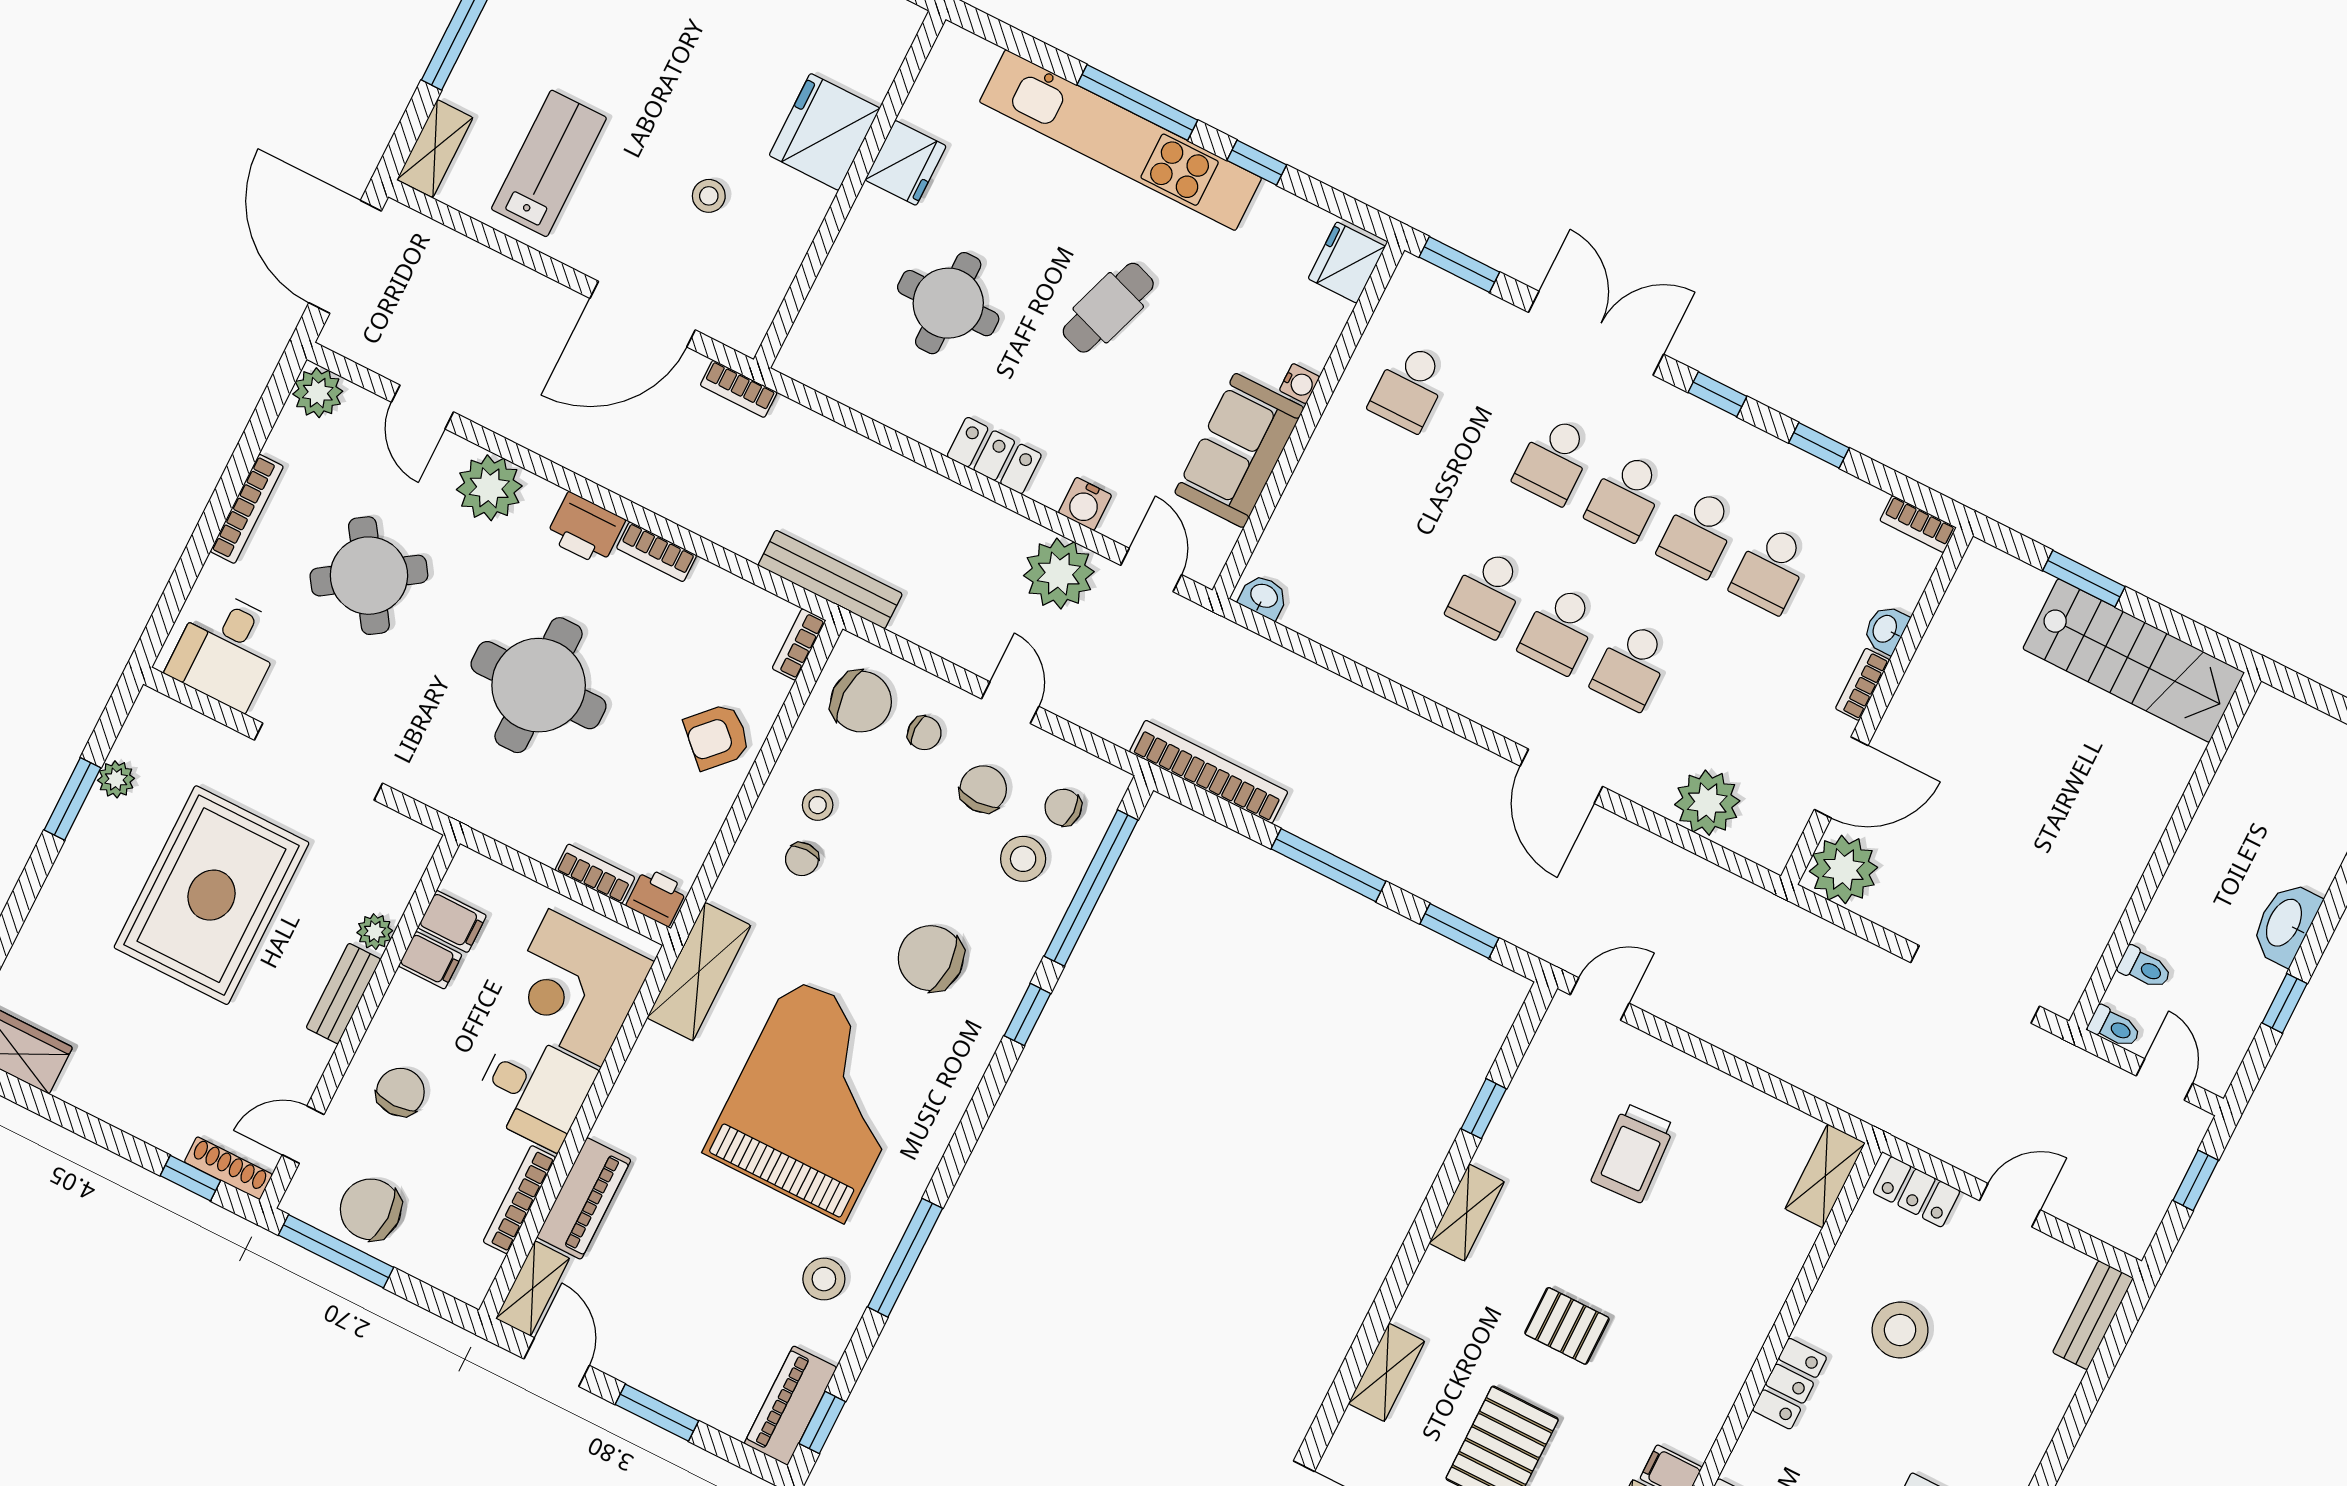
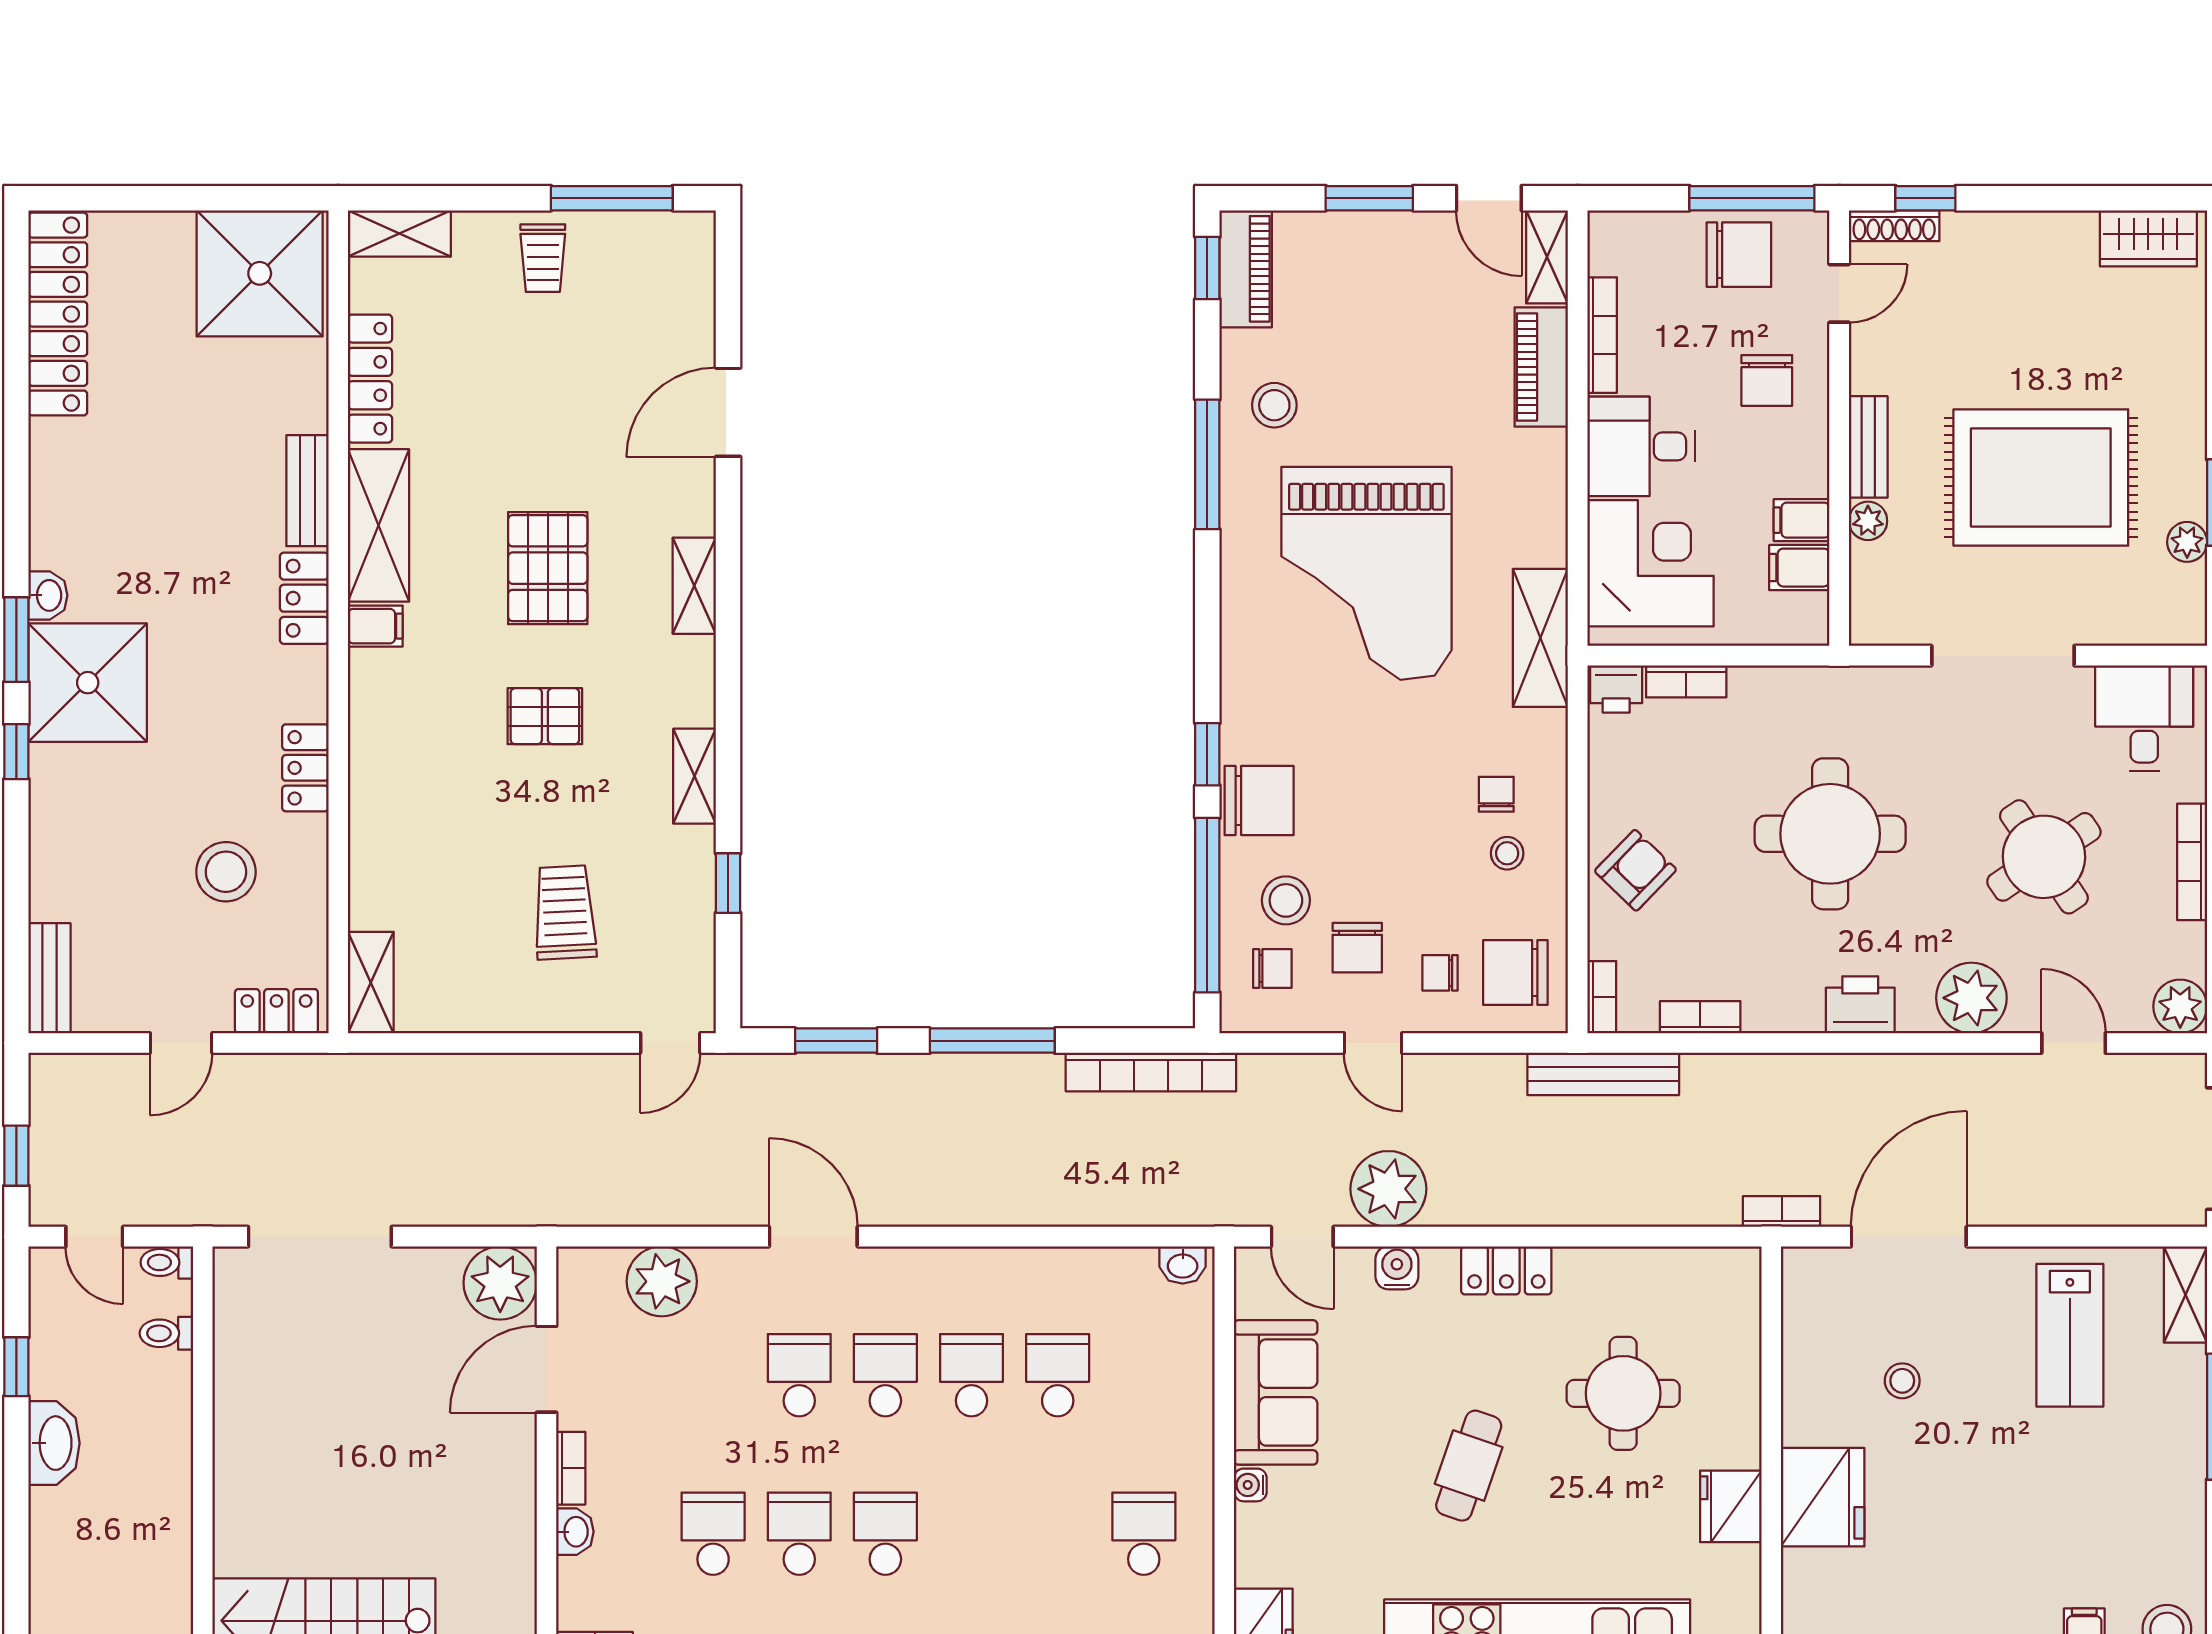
school desk: (1554, 460) -> (1058, 1375), moved
bookcase: (657, 552) -> (1700, 1017), moved
rug: (211, 895) -> (2041, 477), turned 90
chair: (931, 958) -> (1259, 801), moved

